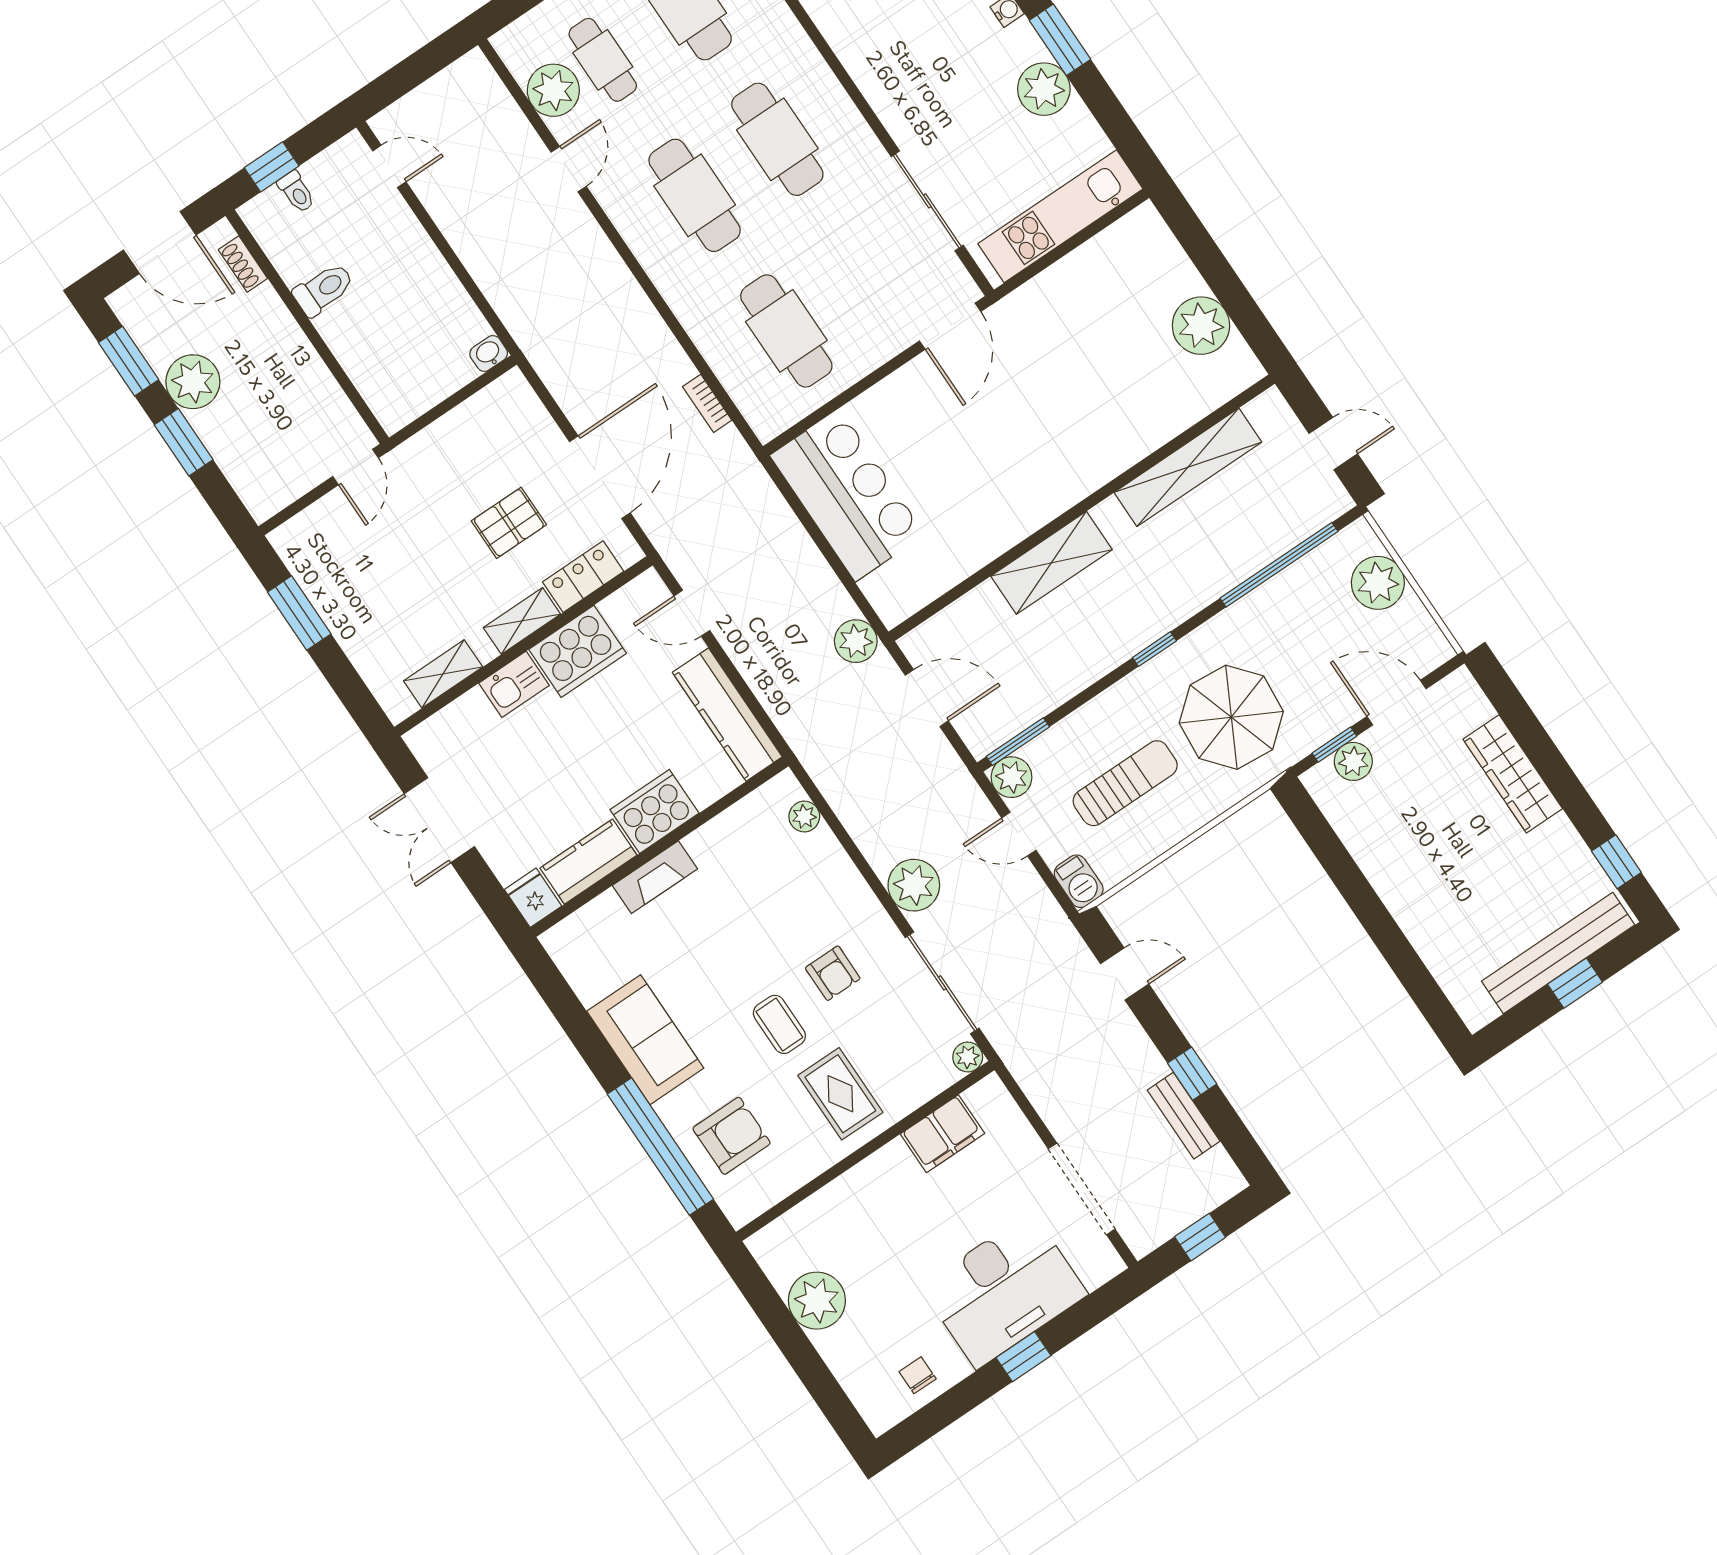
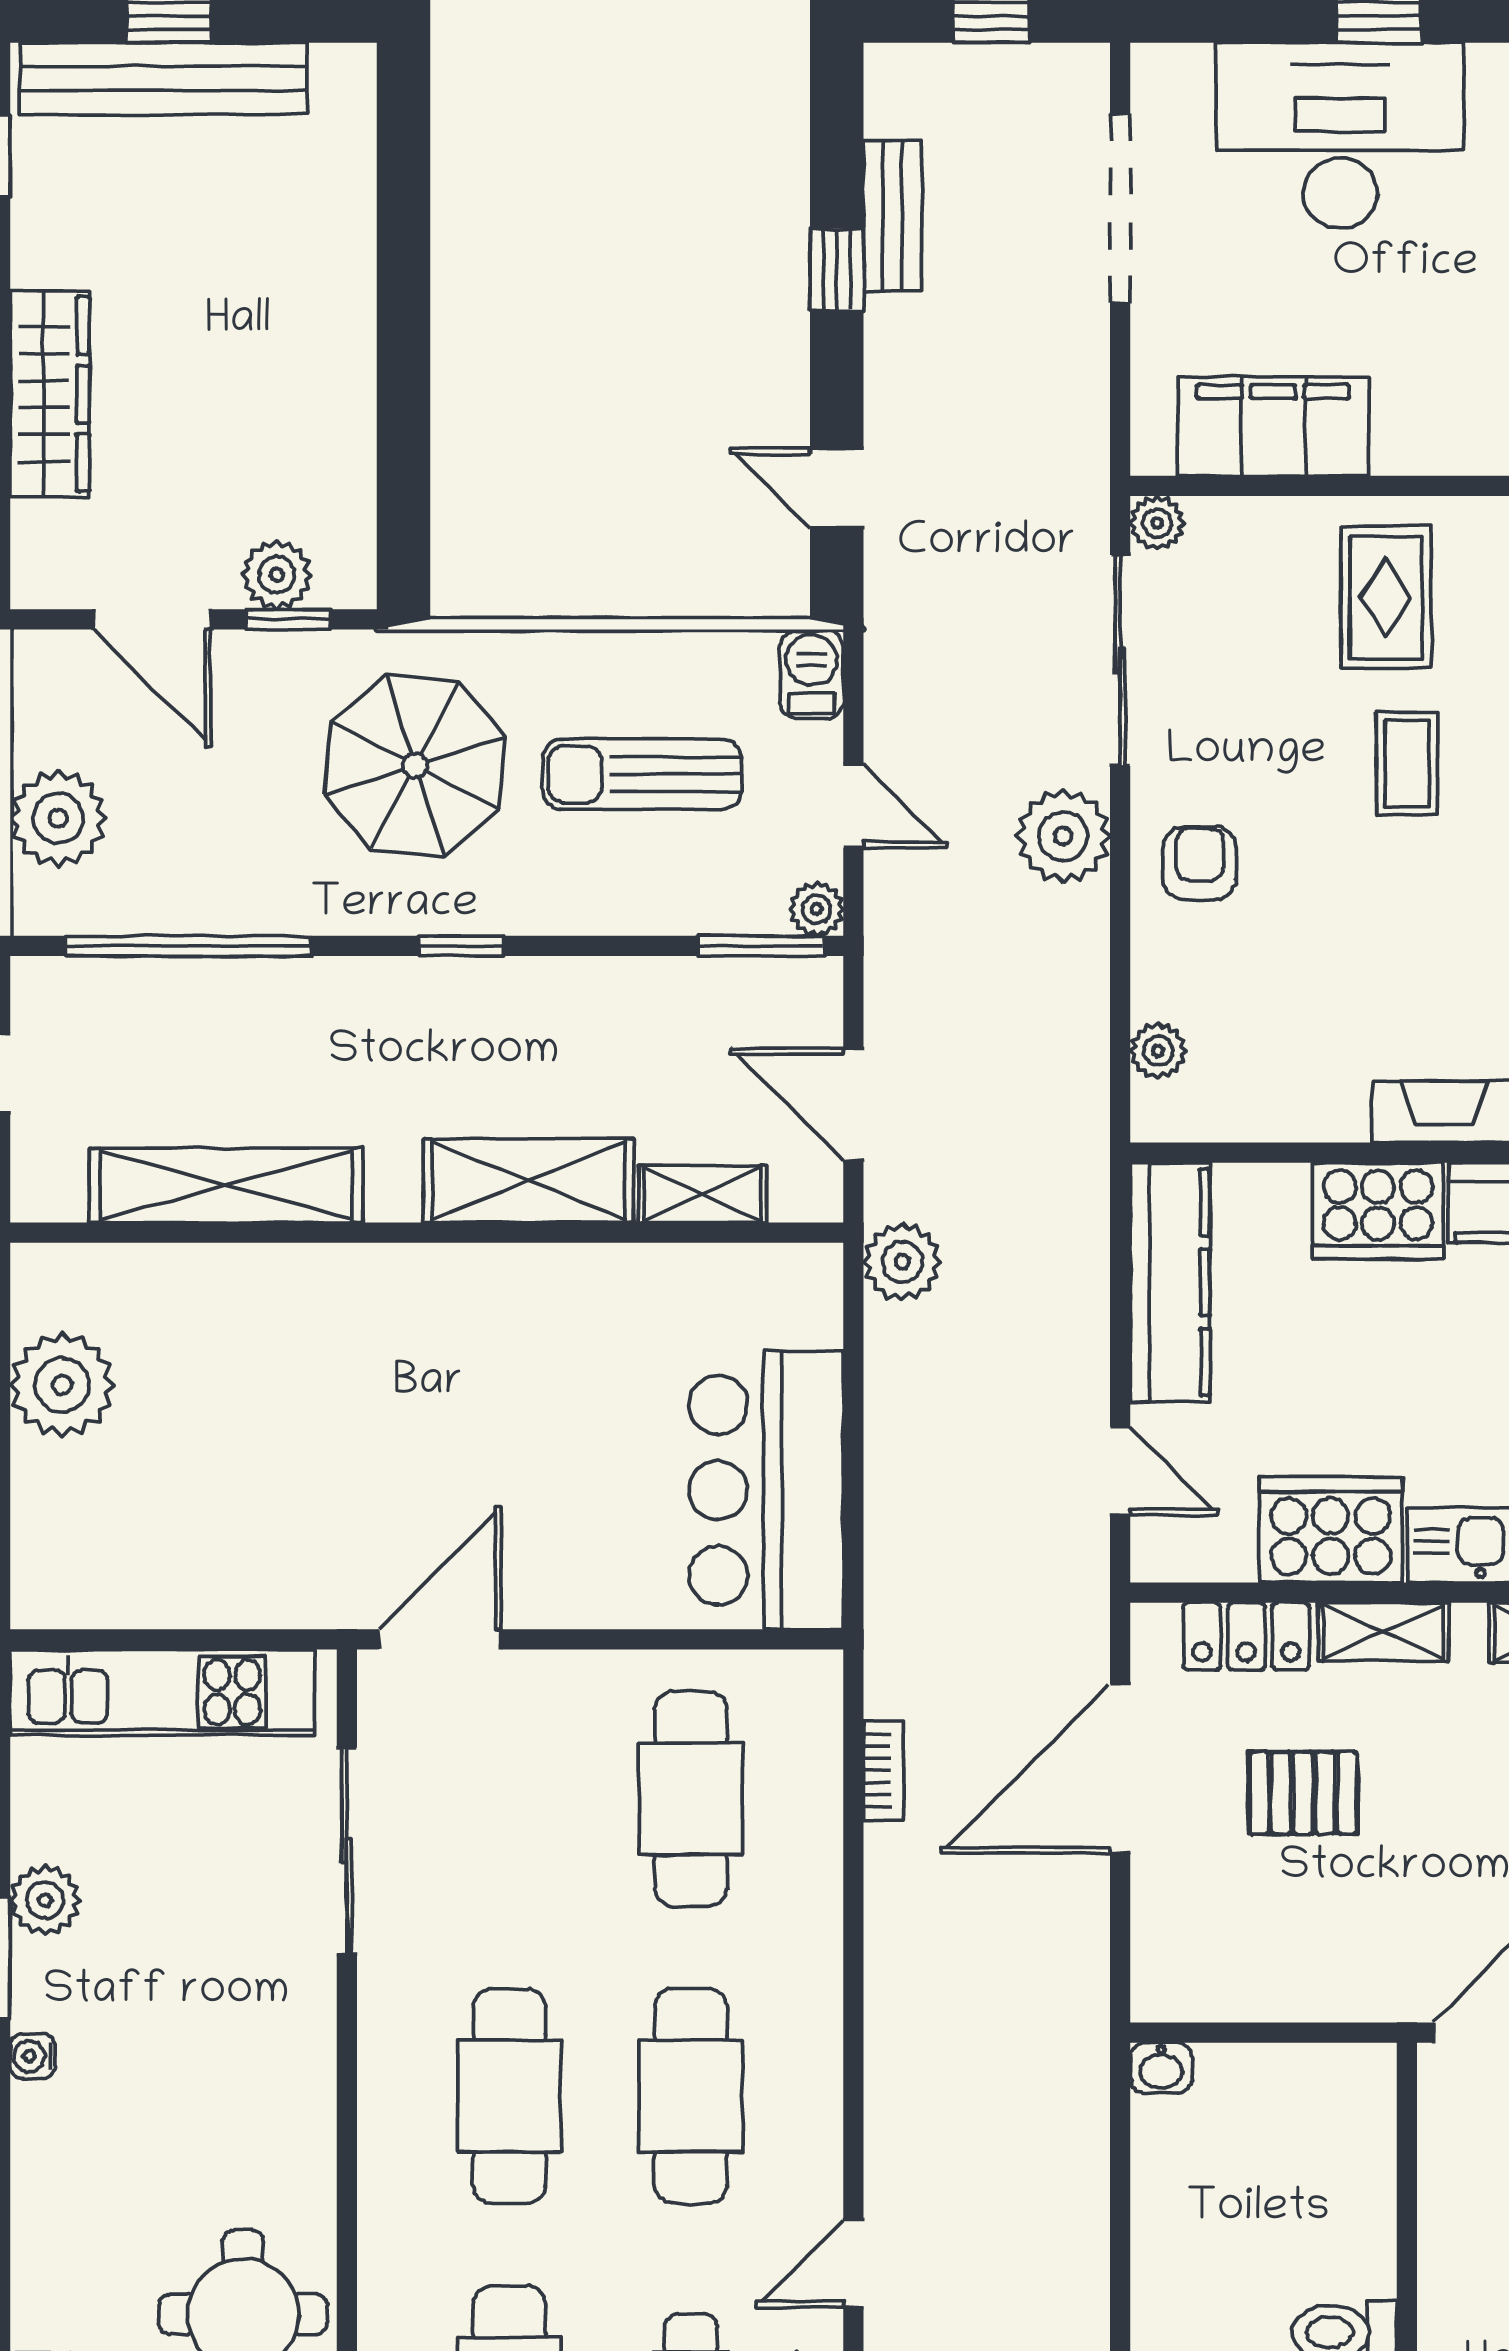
plant: (1044, 89) -> (45, 1900), width x0.73, depth x0.73
shelving: (968, 610) -> (702, 1194), added
plant: (1012, 777) -> (817, 909), width x0.73, depth x0.73
armchair: (833, 973) -> (1200, 863), moved
filing cabinet: (942, 1134) -> (1273, 426), width x1.50, depth x1.17

